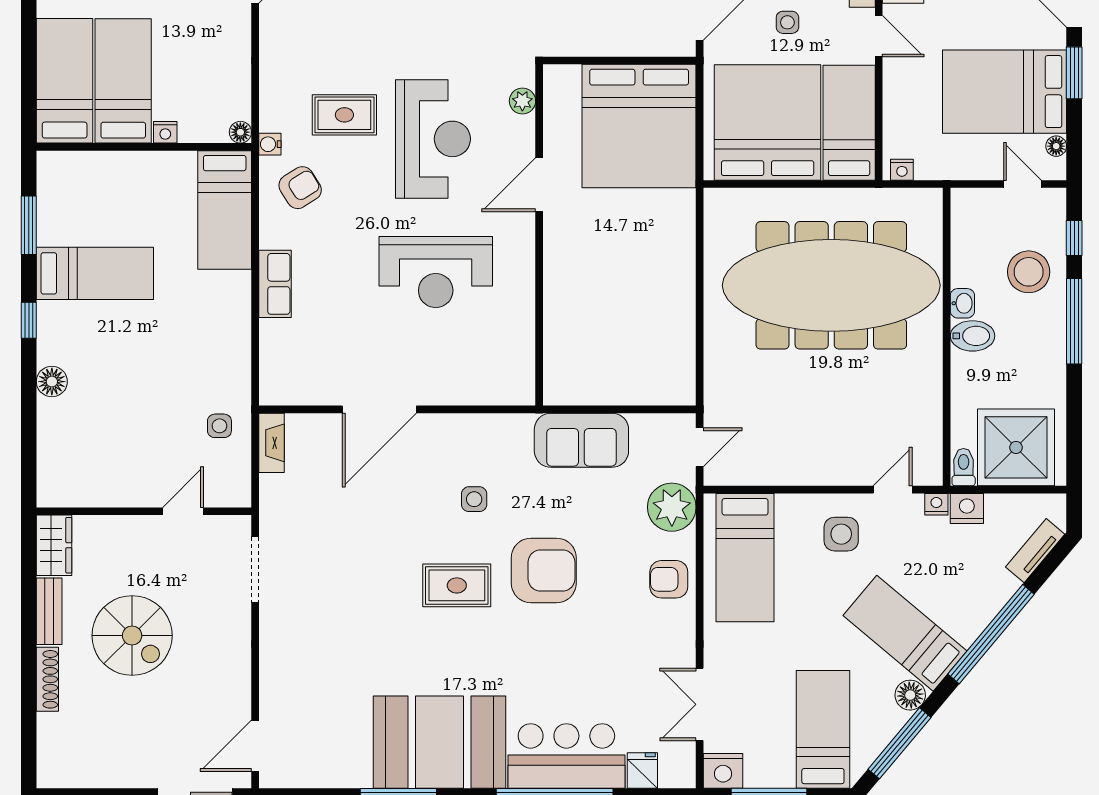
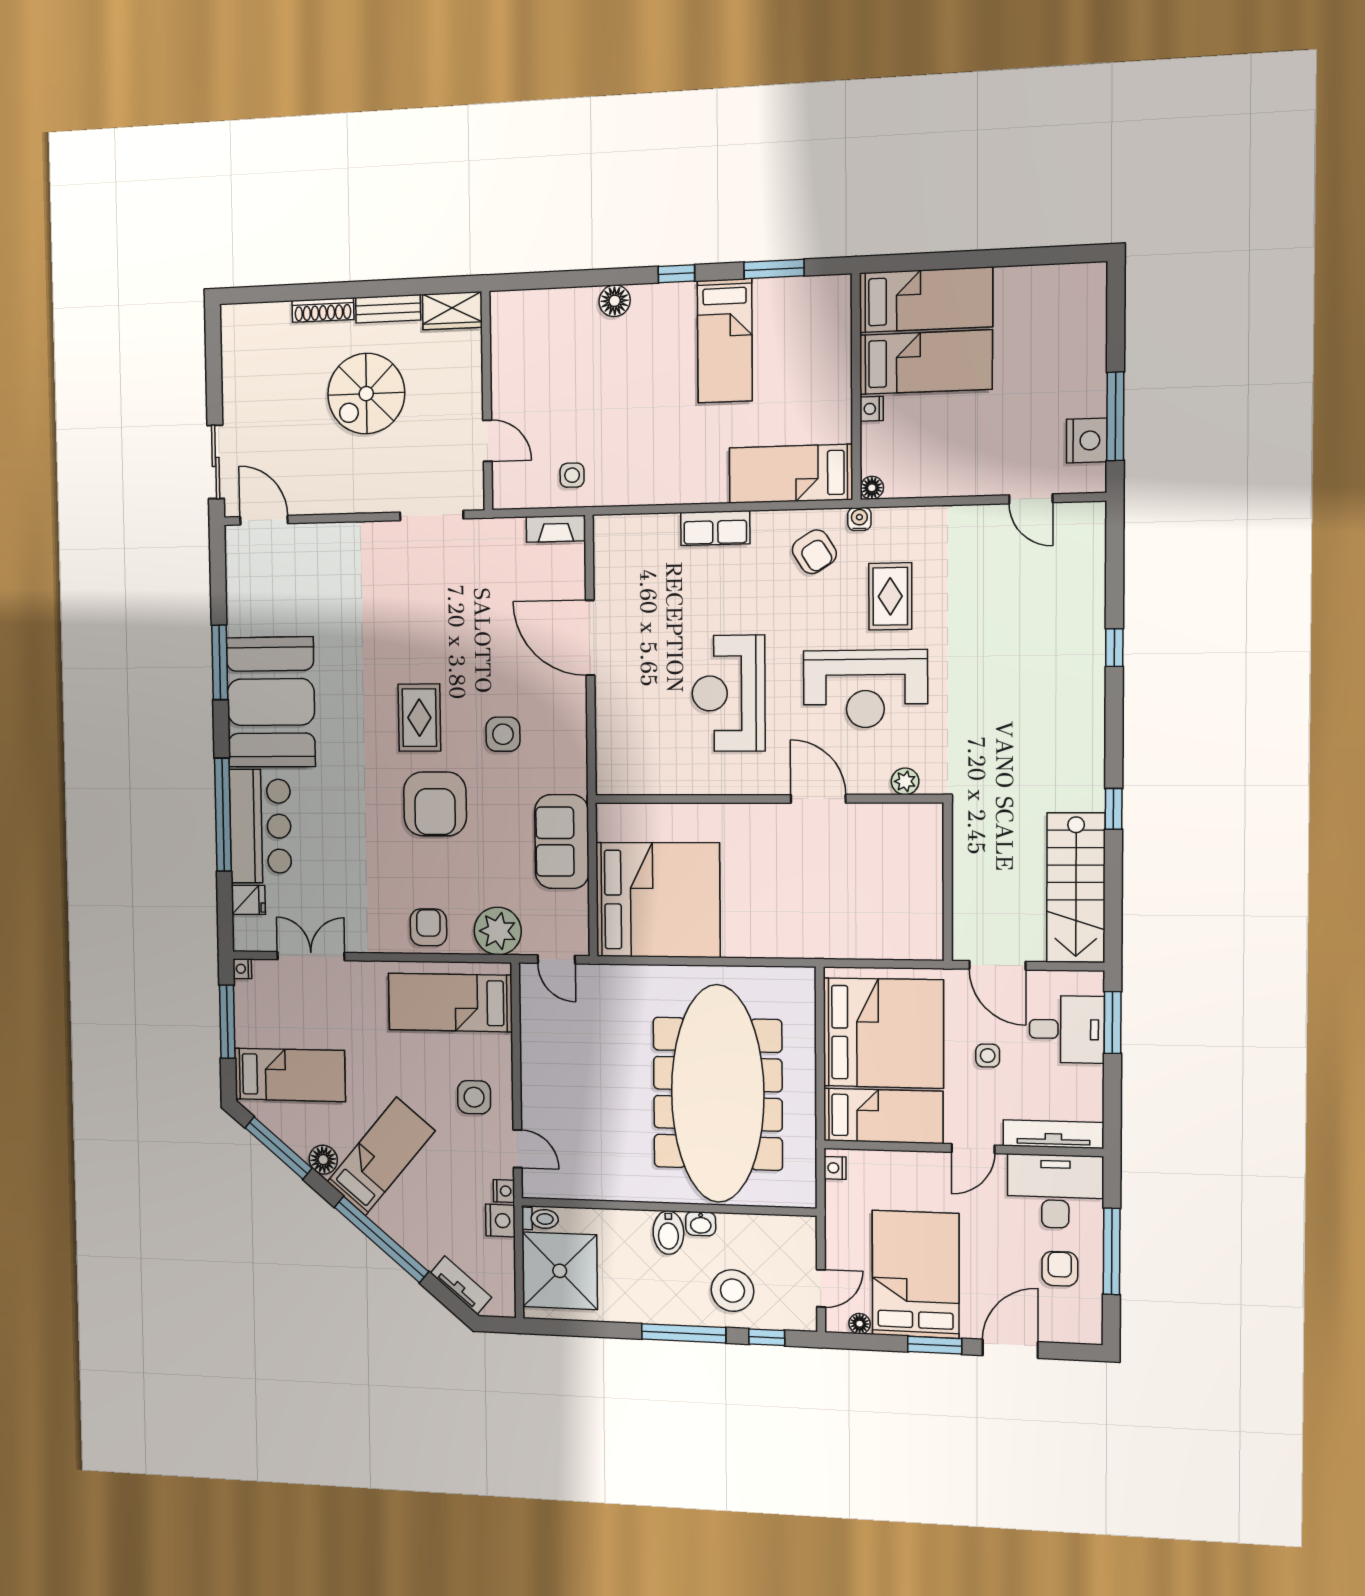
bed: (639, 126) -> (658, 900), moved, turned 180
side table: (474, 499) -> (503, 734), width x1.37, depth x1.37
nightstand: (723, 771) -> (242, 969), width x0.53, depth x0.56

